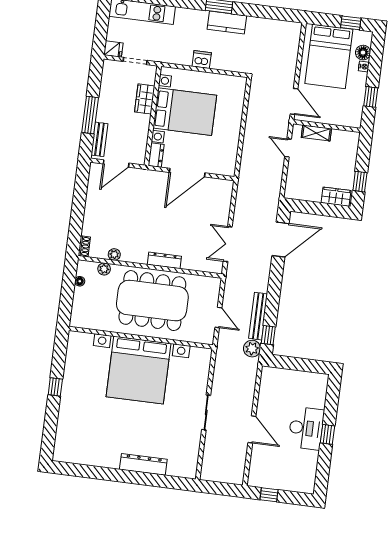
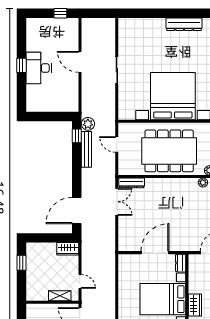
wardrobe: (336, 197) -> (68, 249), moved
dresser: (164, 260) -> (132, 183), moved
dresser: (143, 464) -> (184, 24), moved

